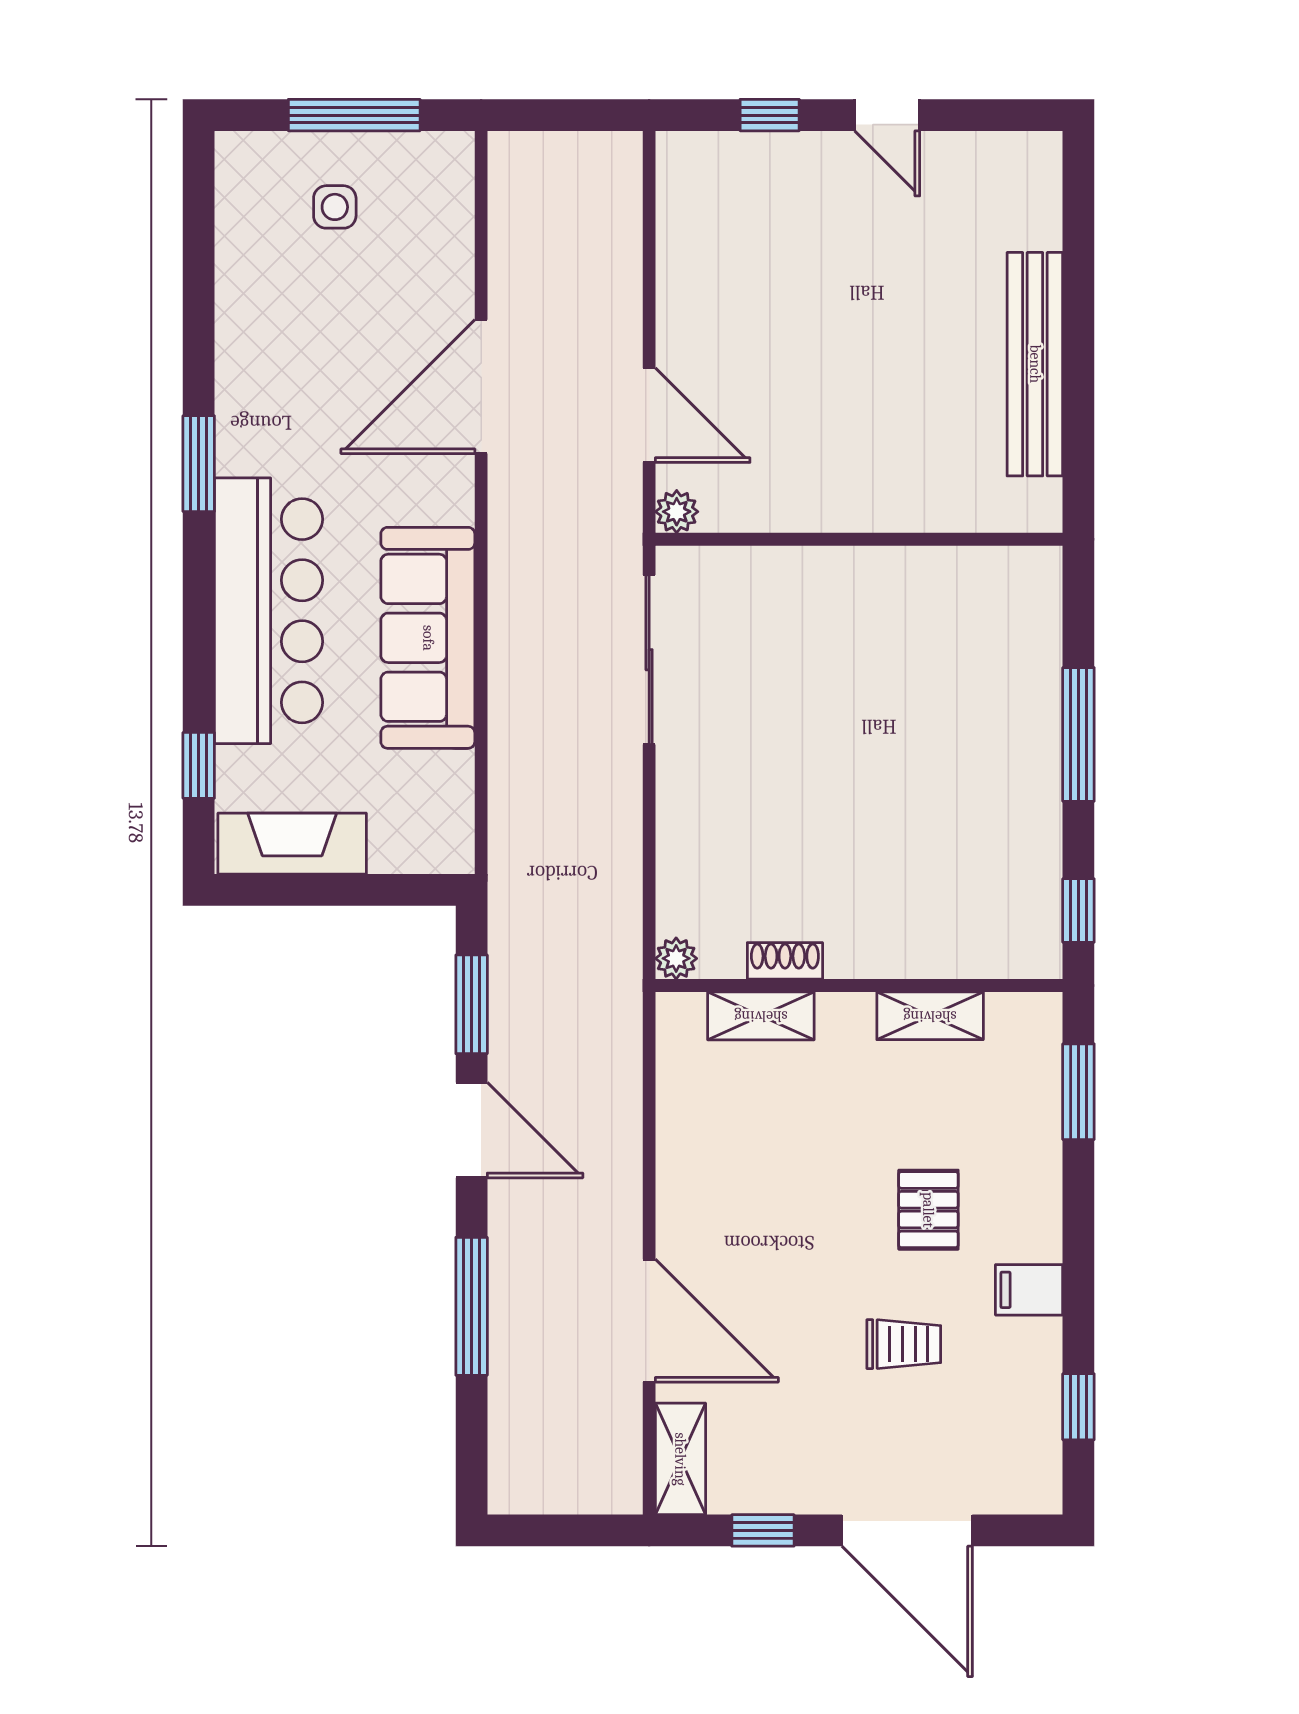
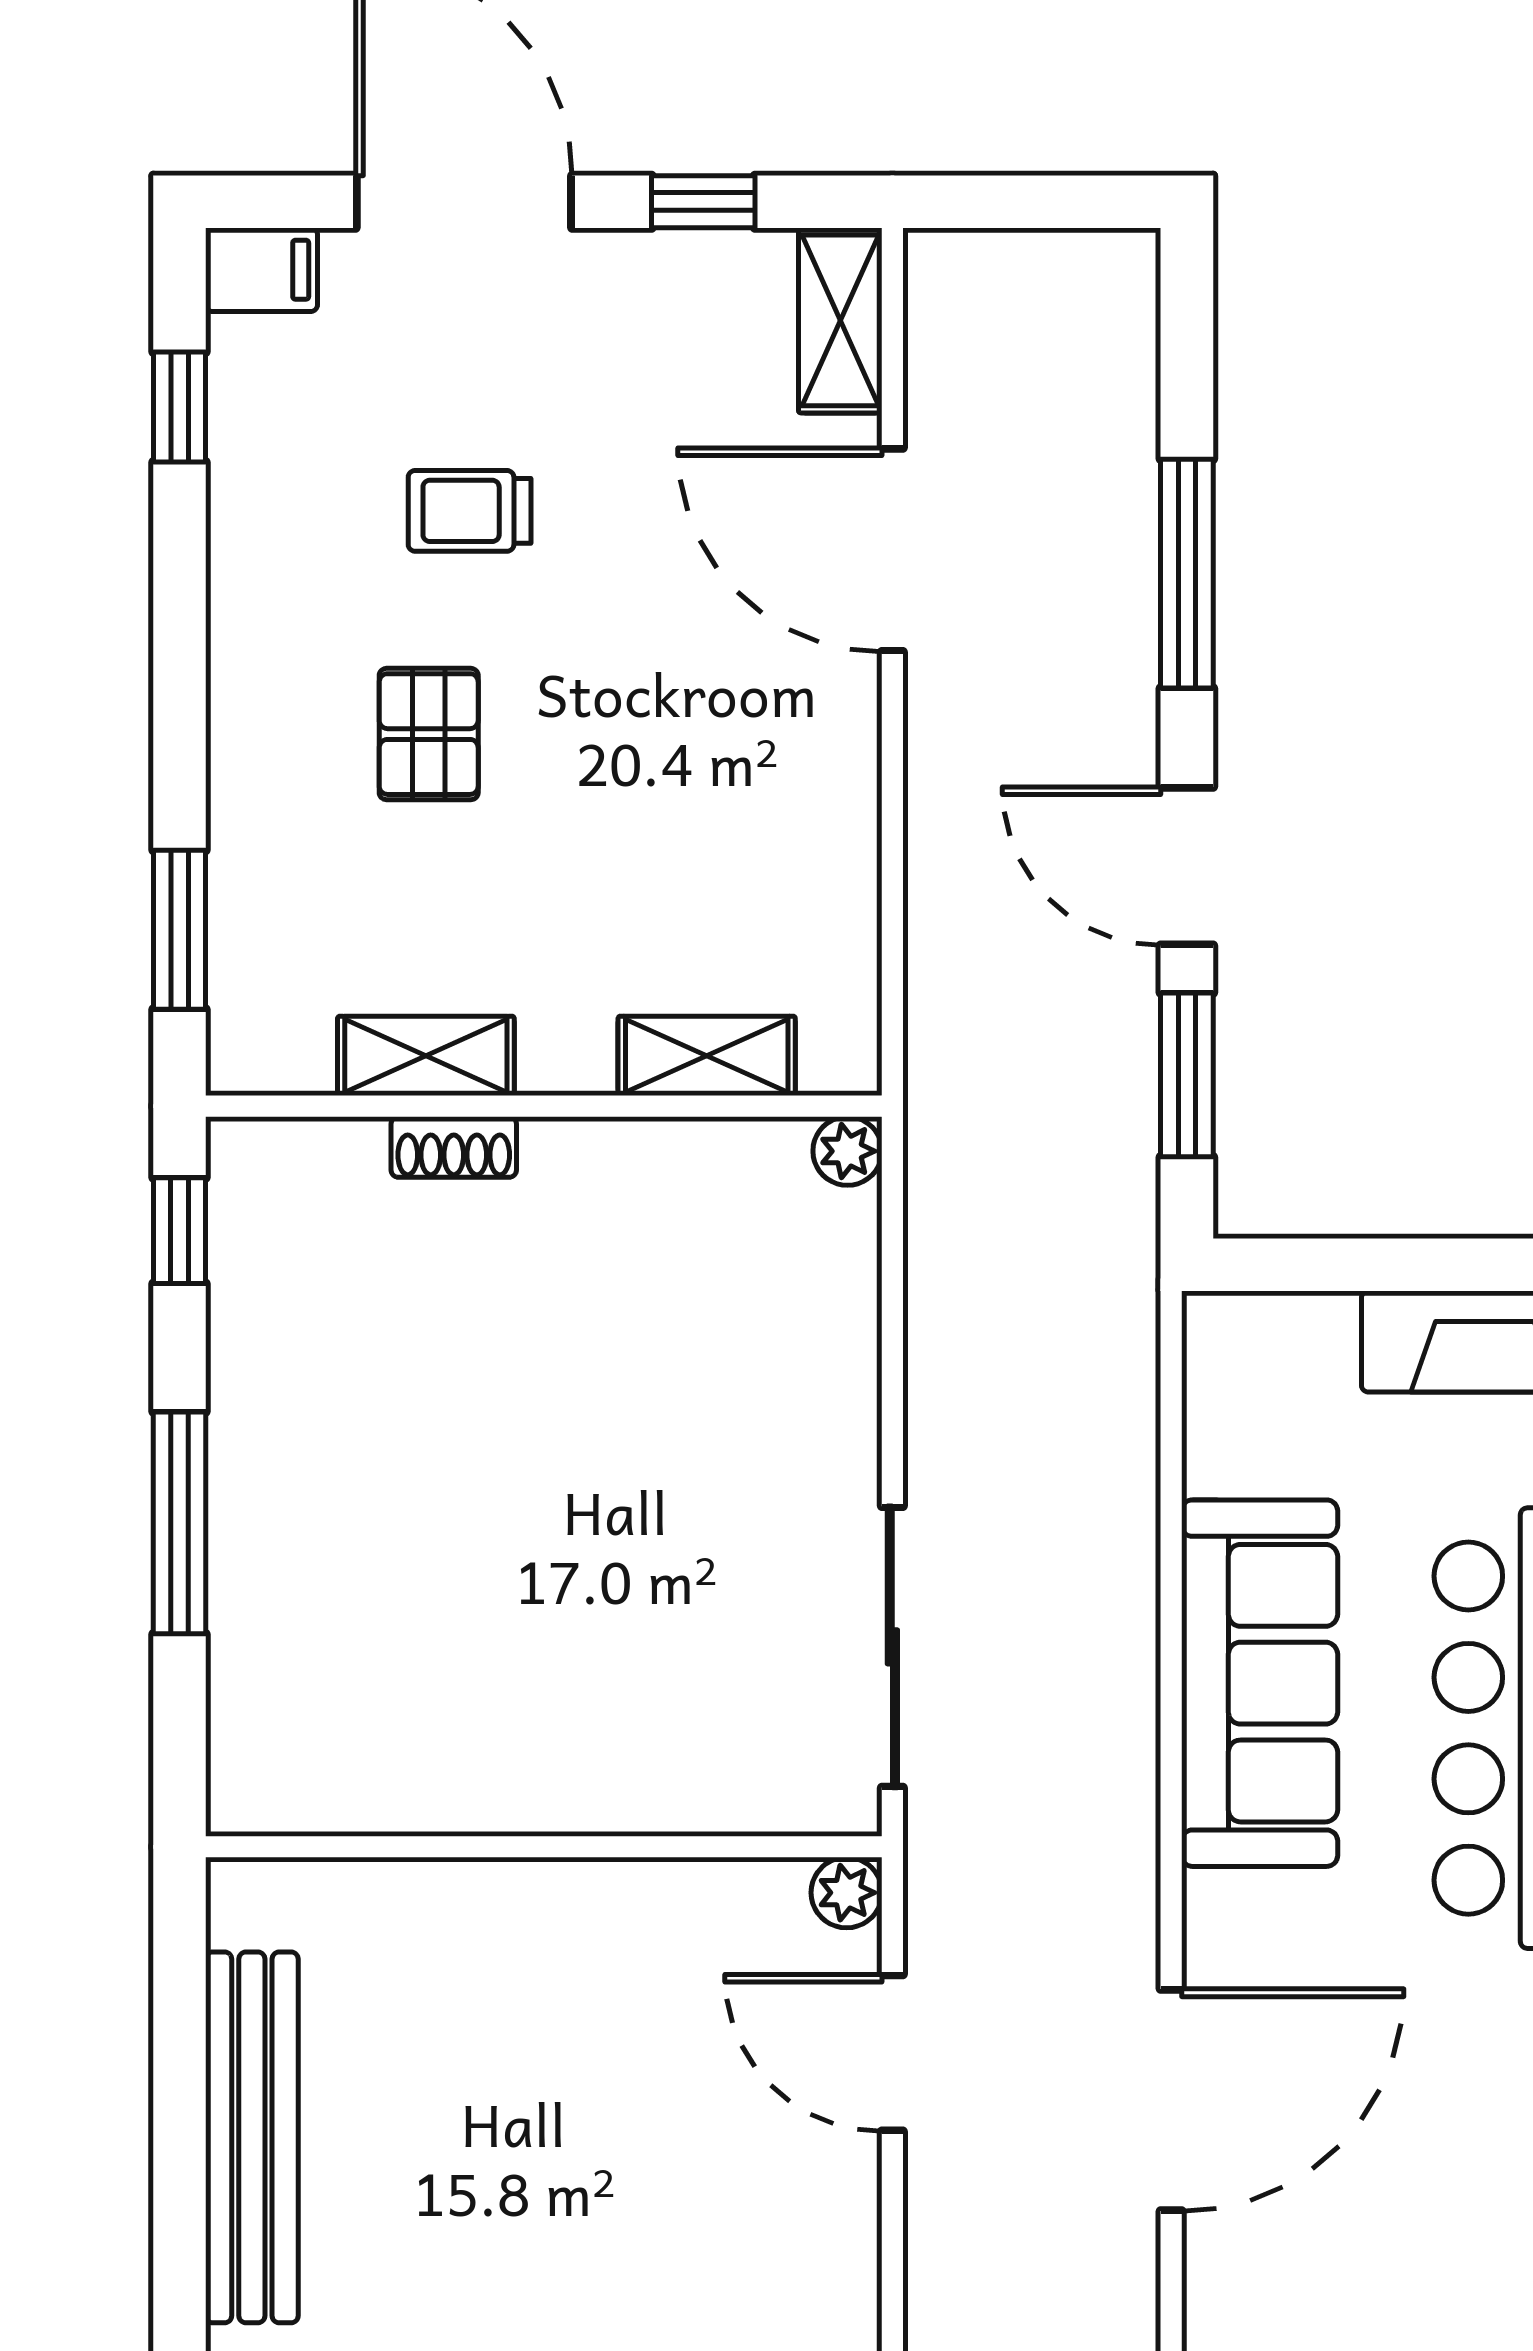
shoe rack: (785, 961) -> (454, 1147), moved
filing cabinet: (1029, 1290) -> (262, 270), moved

